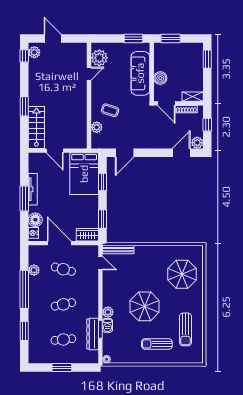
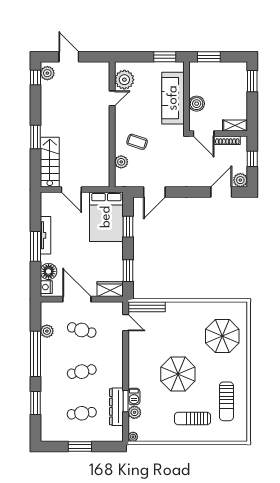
plant: (108, 312) -> (134, 412), moved

